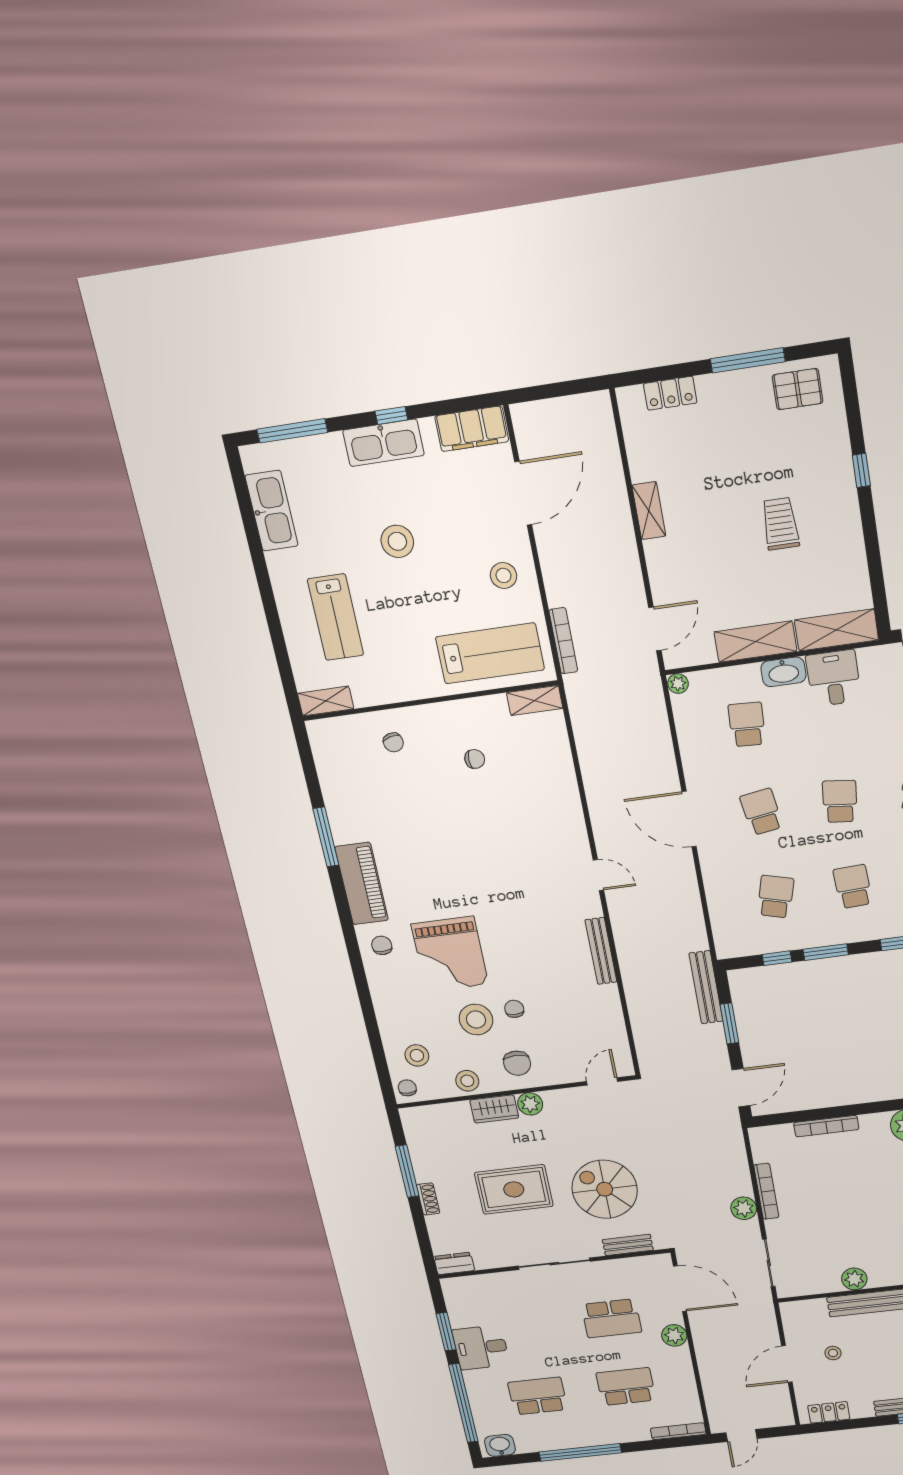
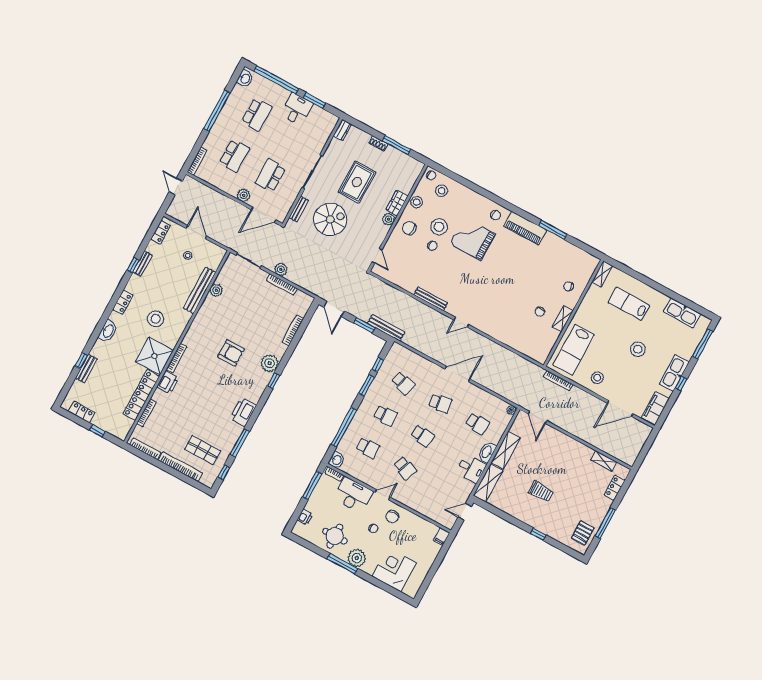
door: (523, 493) -> (620, 408), hinge flipped
shelving: (649, 511) -> (604, 461), moved
shelving: (535, 700) -> (563, 319), moved

